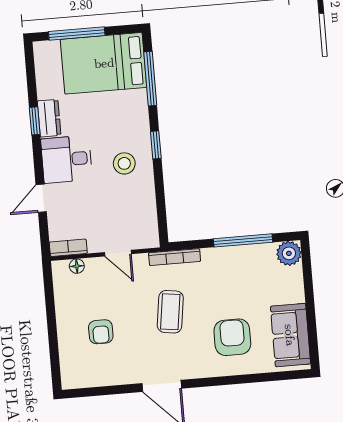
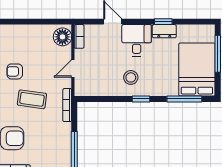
floor lamp: (77, 266) -> (62, 37), width x1.89, depth x1.89
armchair: (101, 332) -> (15, 71), moved

